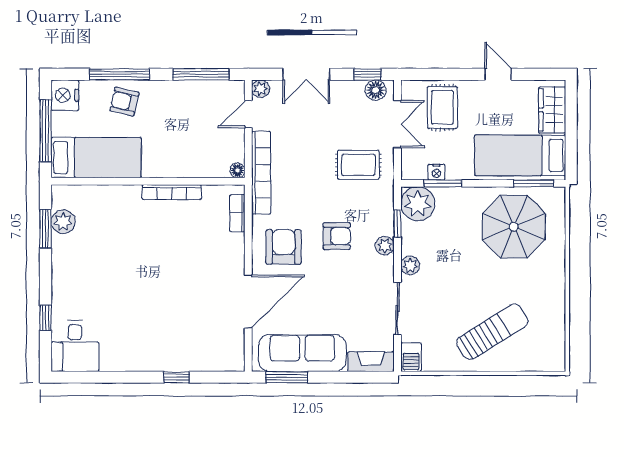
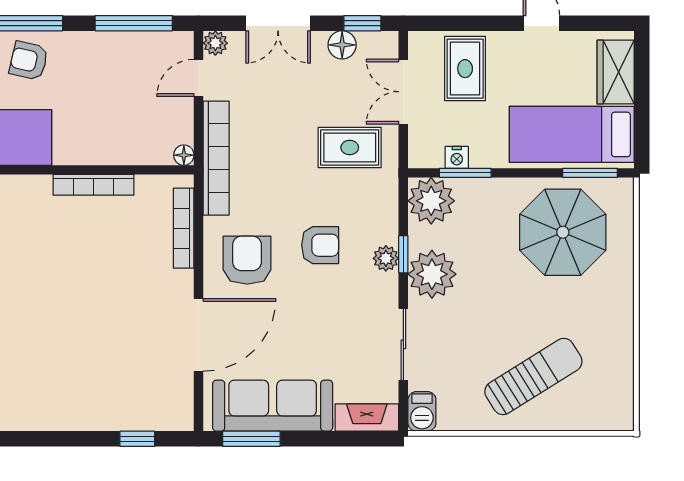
floor lamp: (376, 90) -> (342, 45), moved
double door: (397, 124) -> (403, 92), swing flipped
bookcase: (237, 213) -> (184, 228), width x1.56
window: (397, 223) -> (403, 254), moved
plant: (410, 265) -> (432, 274), width x1.87, depth x1.87
window: (176, 377) -> (137, 439), moved

